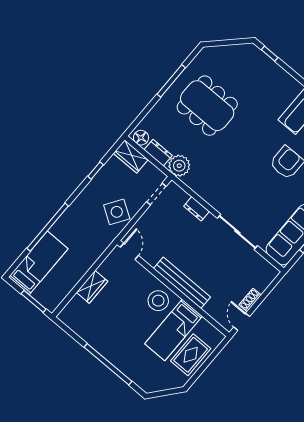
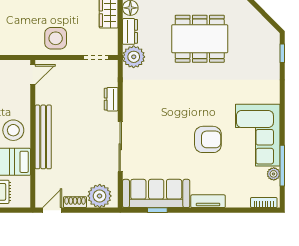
dining table: (207, 106) -> (200, 39), turned 90
side table: (117, 212) -> (56, 38), turned -33
plant: (261, 278) -> (100, 196), added

